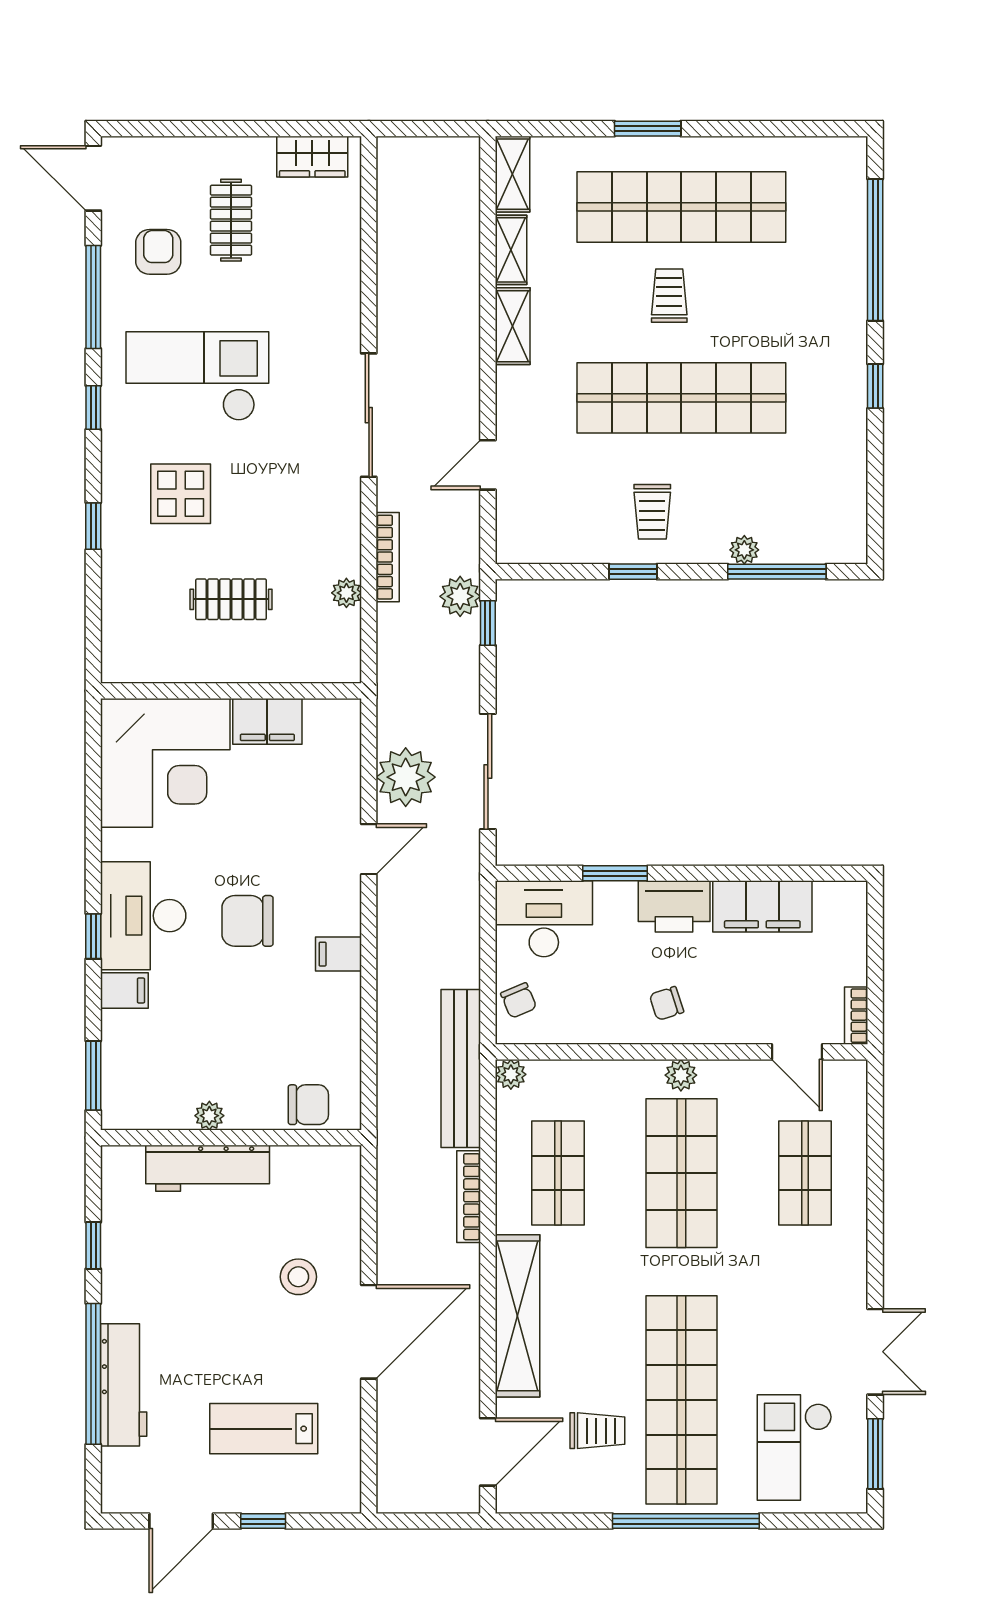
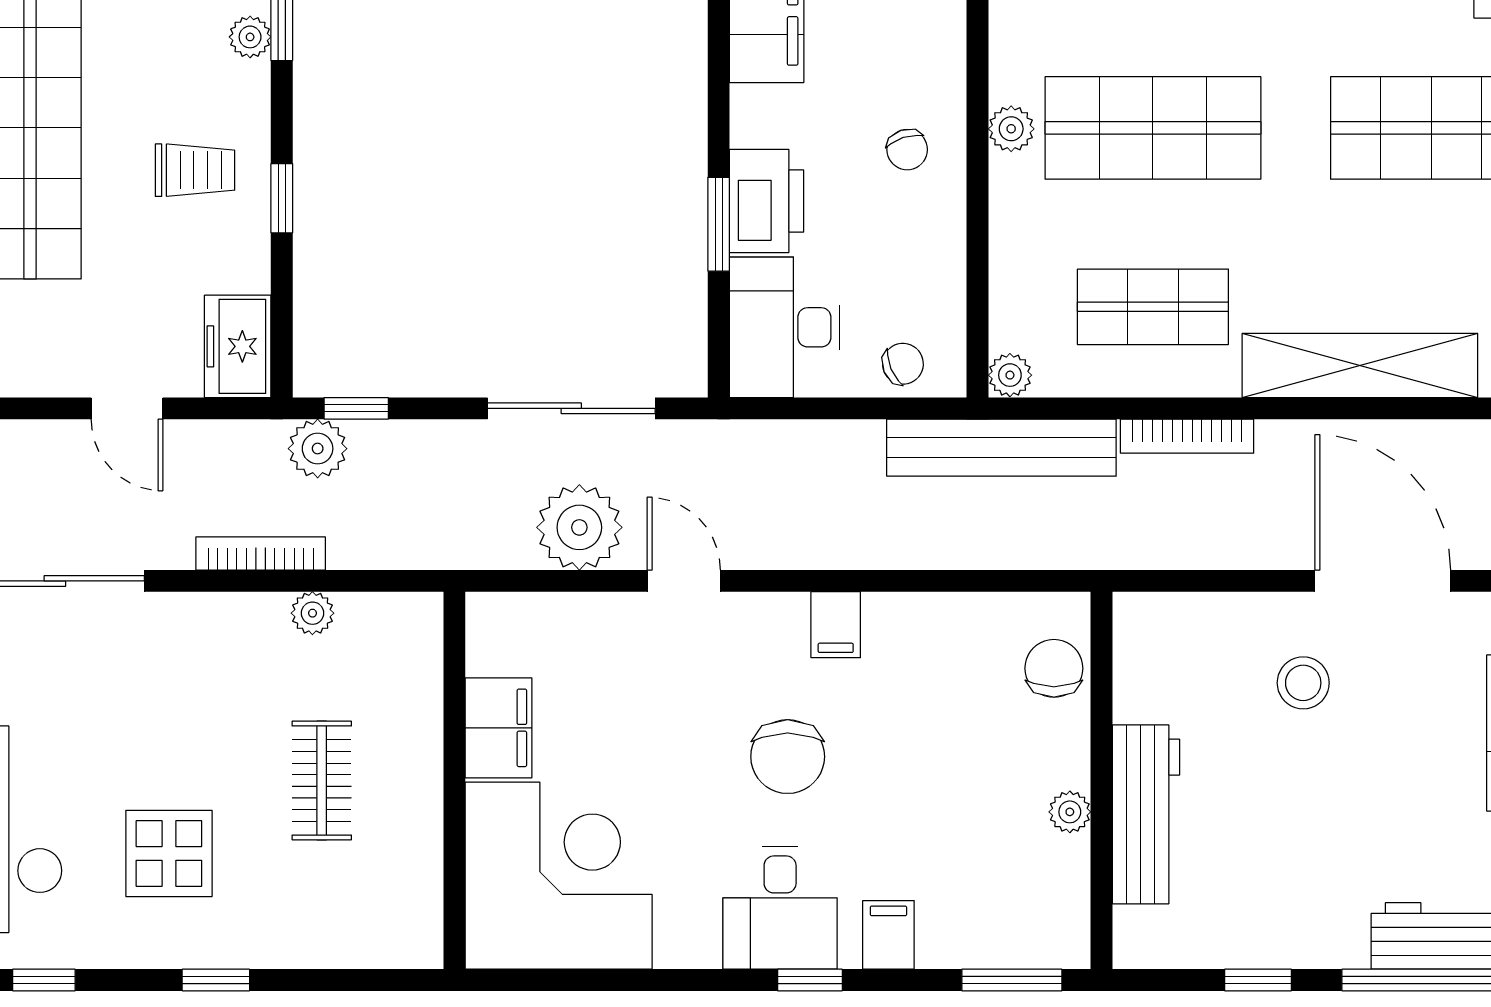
freezer: (531, 541) -> (238, 346), added
printer: (674, 906) -> (767, 201), moved
desk: (143, 916) -> (780, 908), width x0.73

